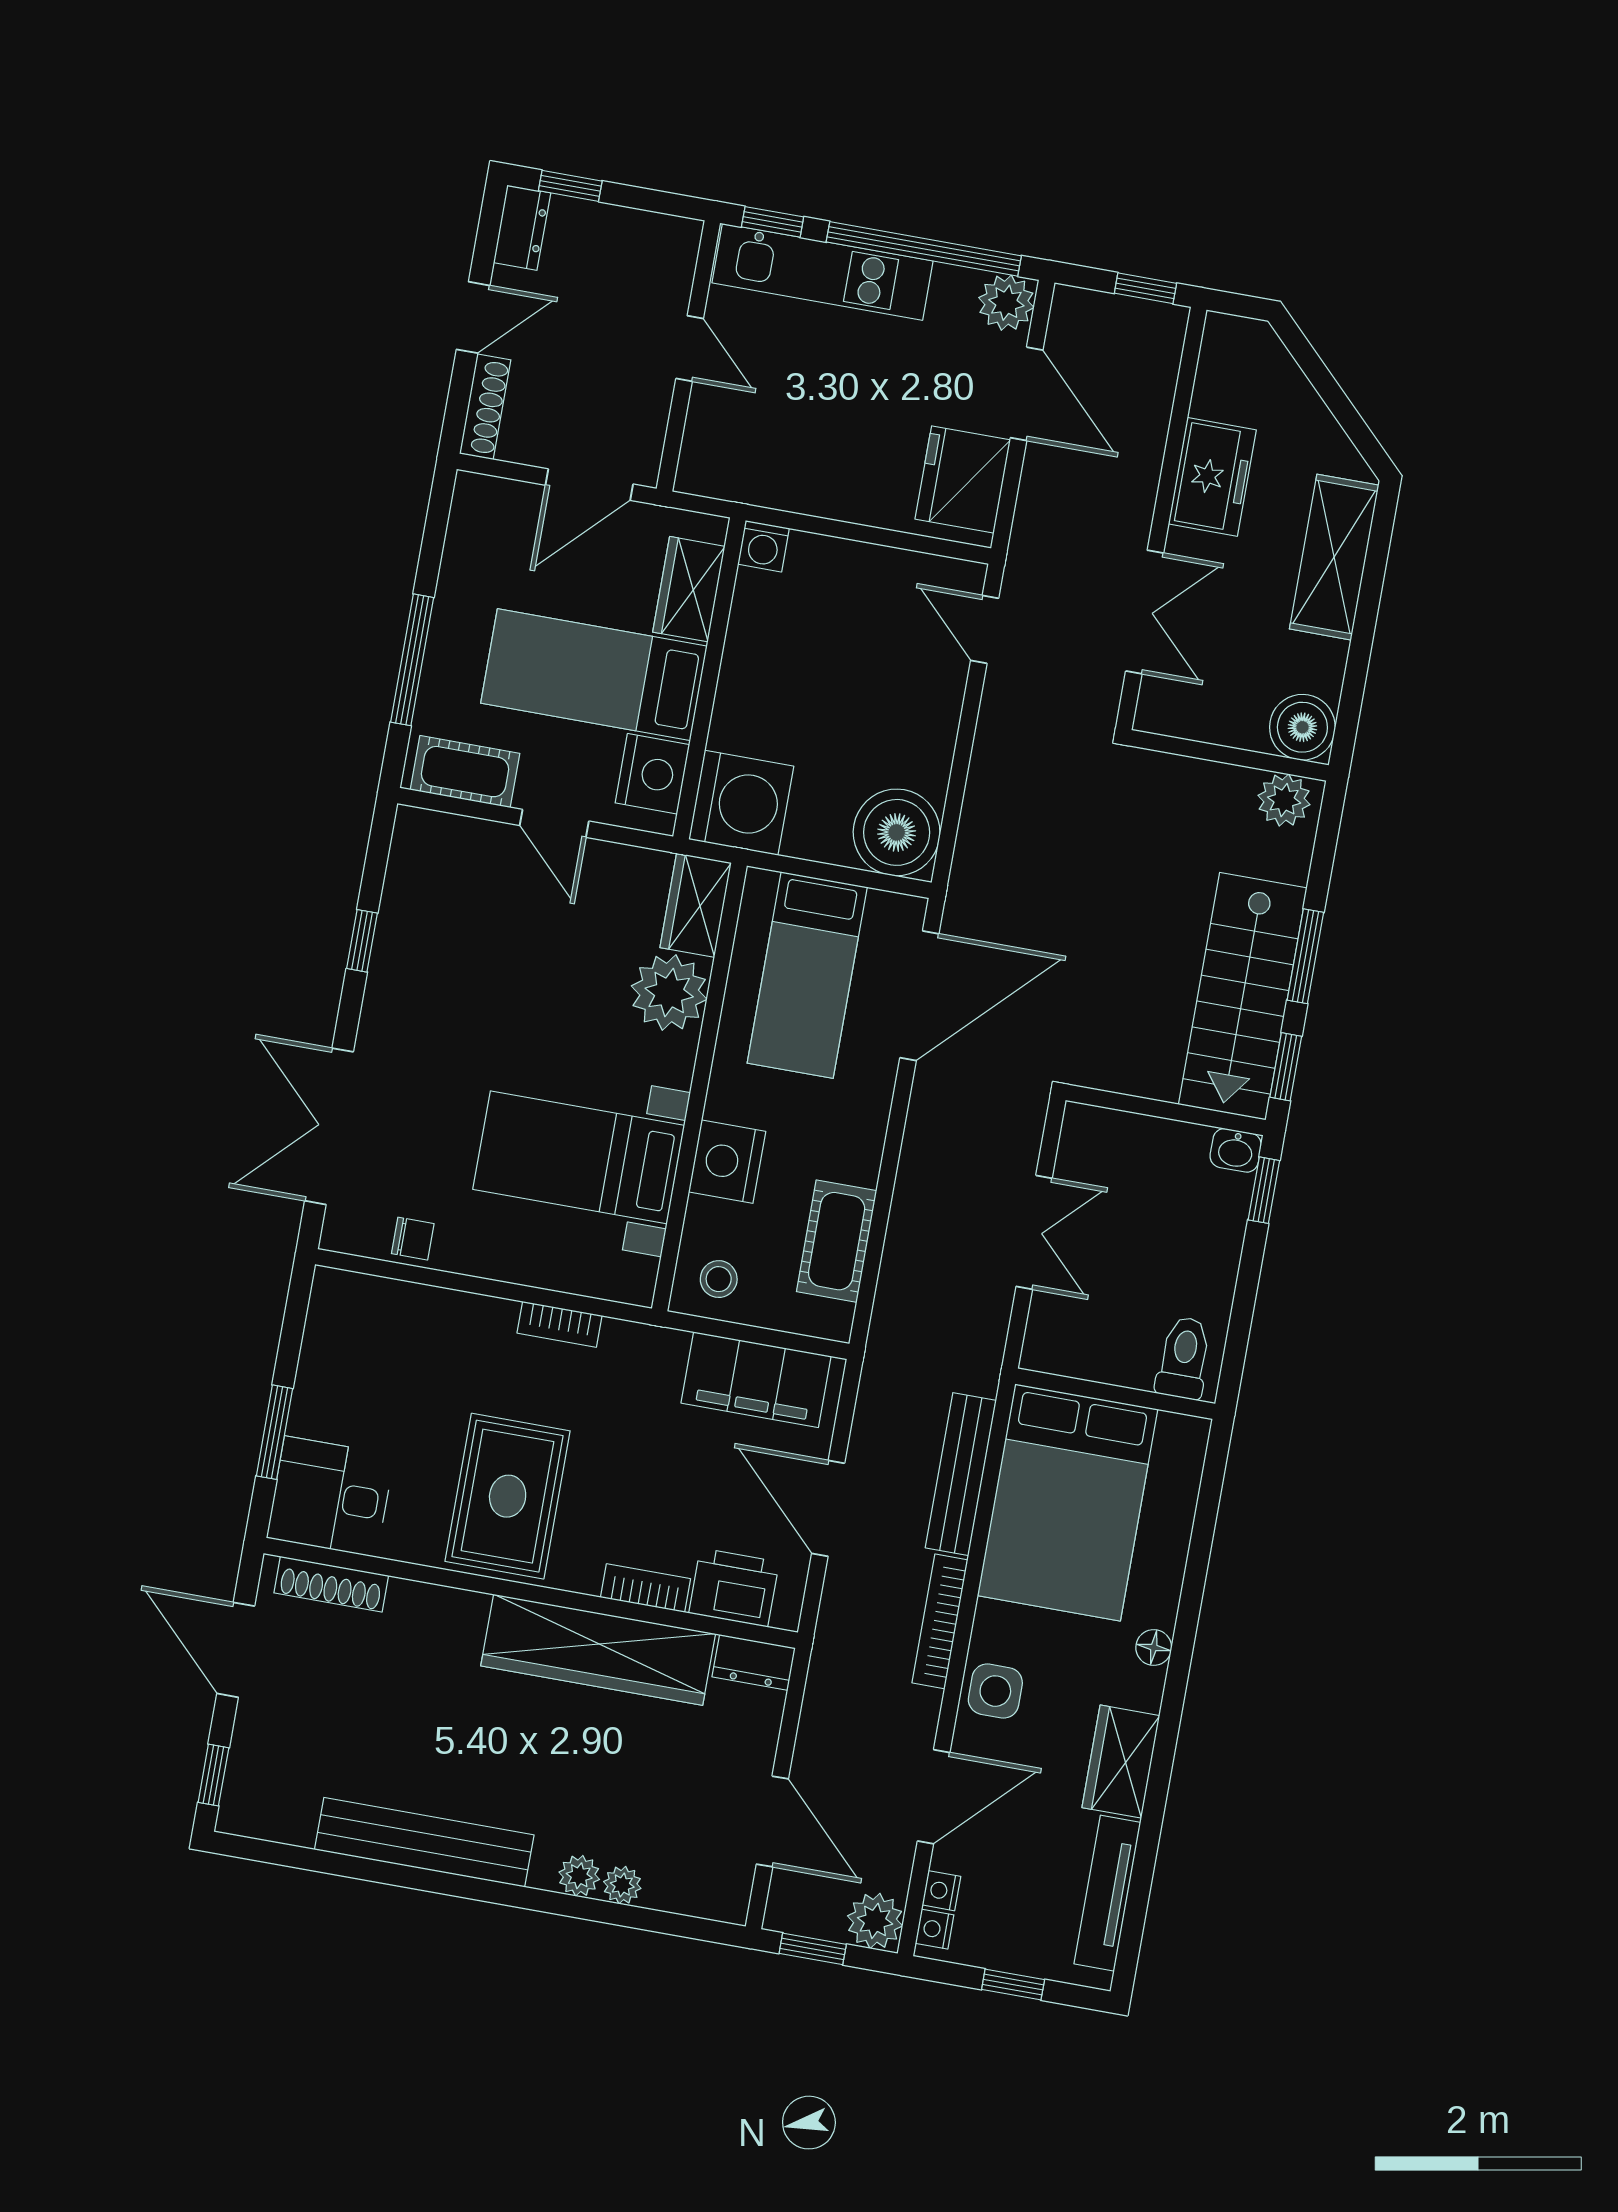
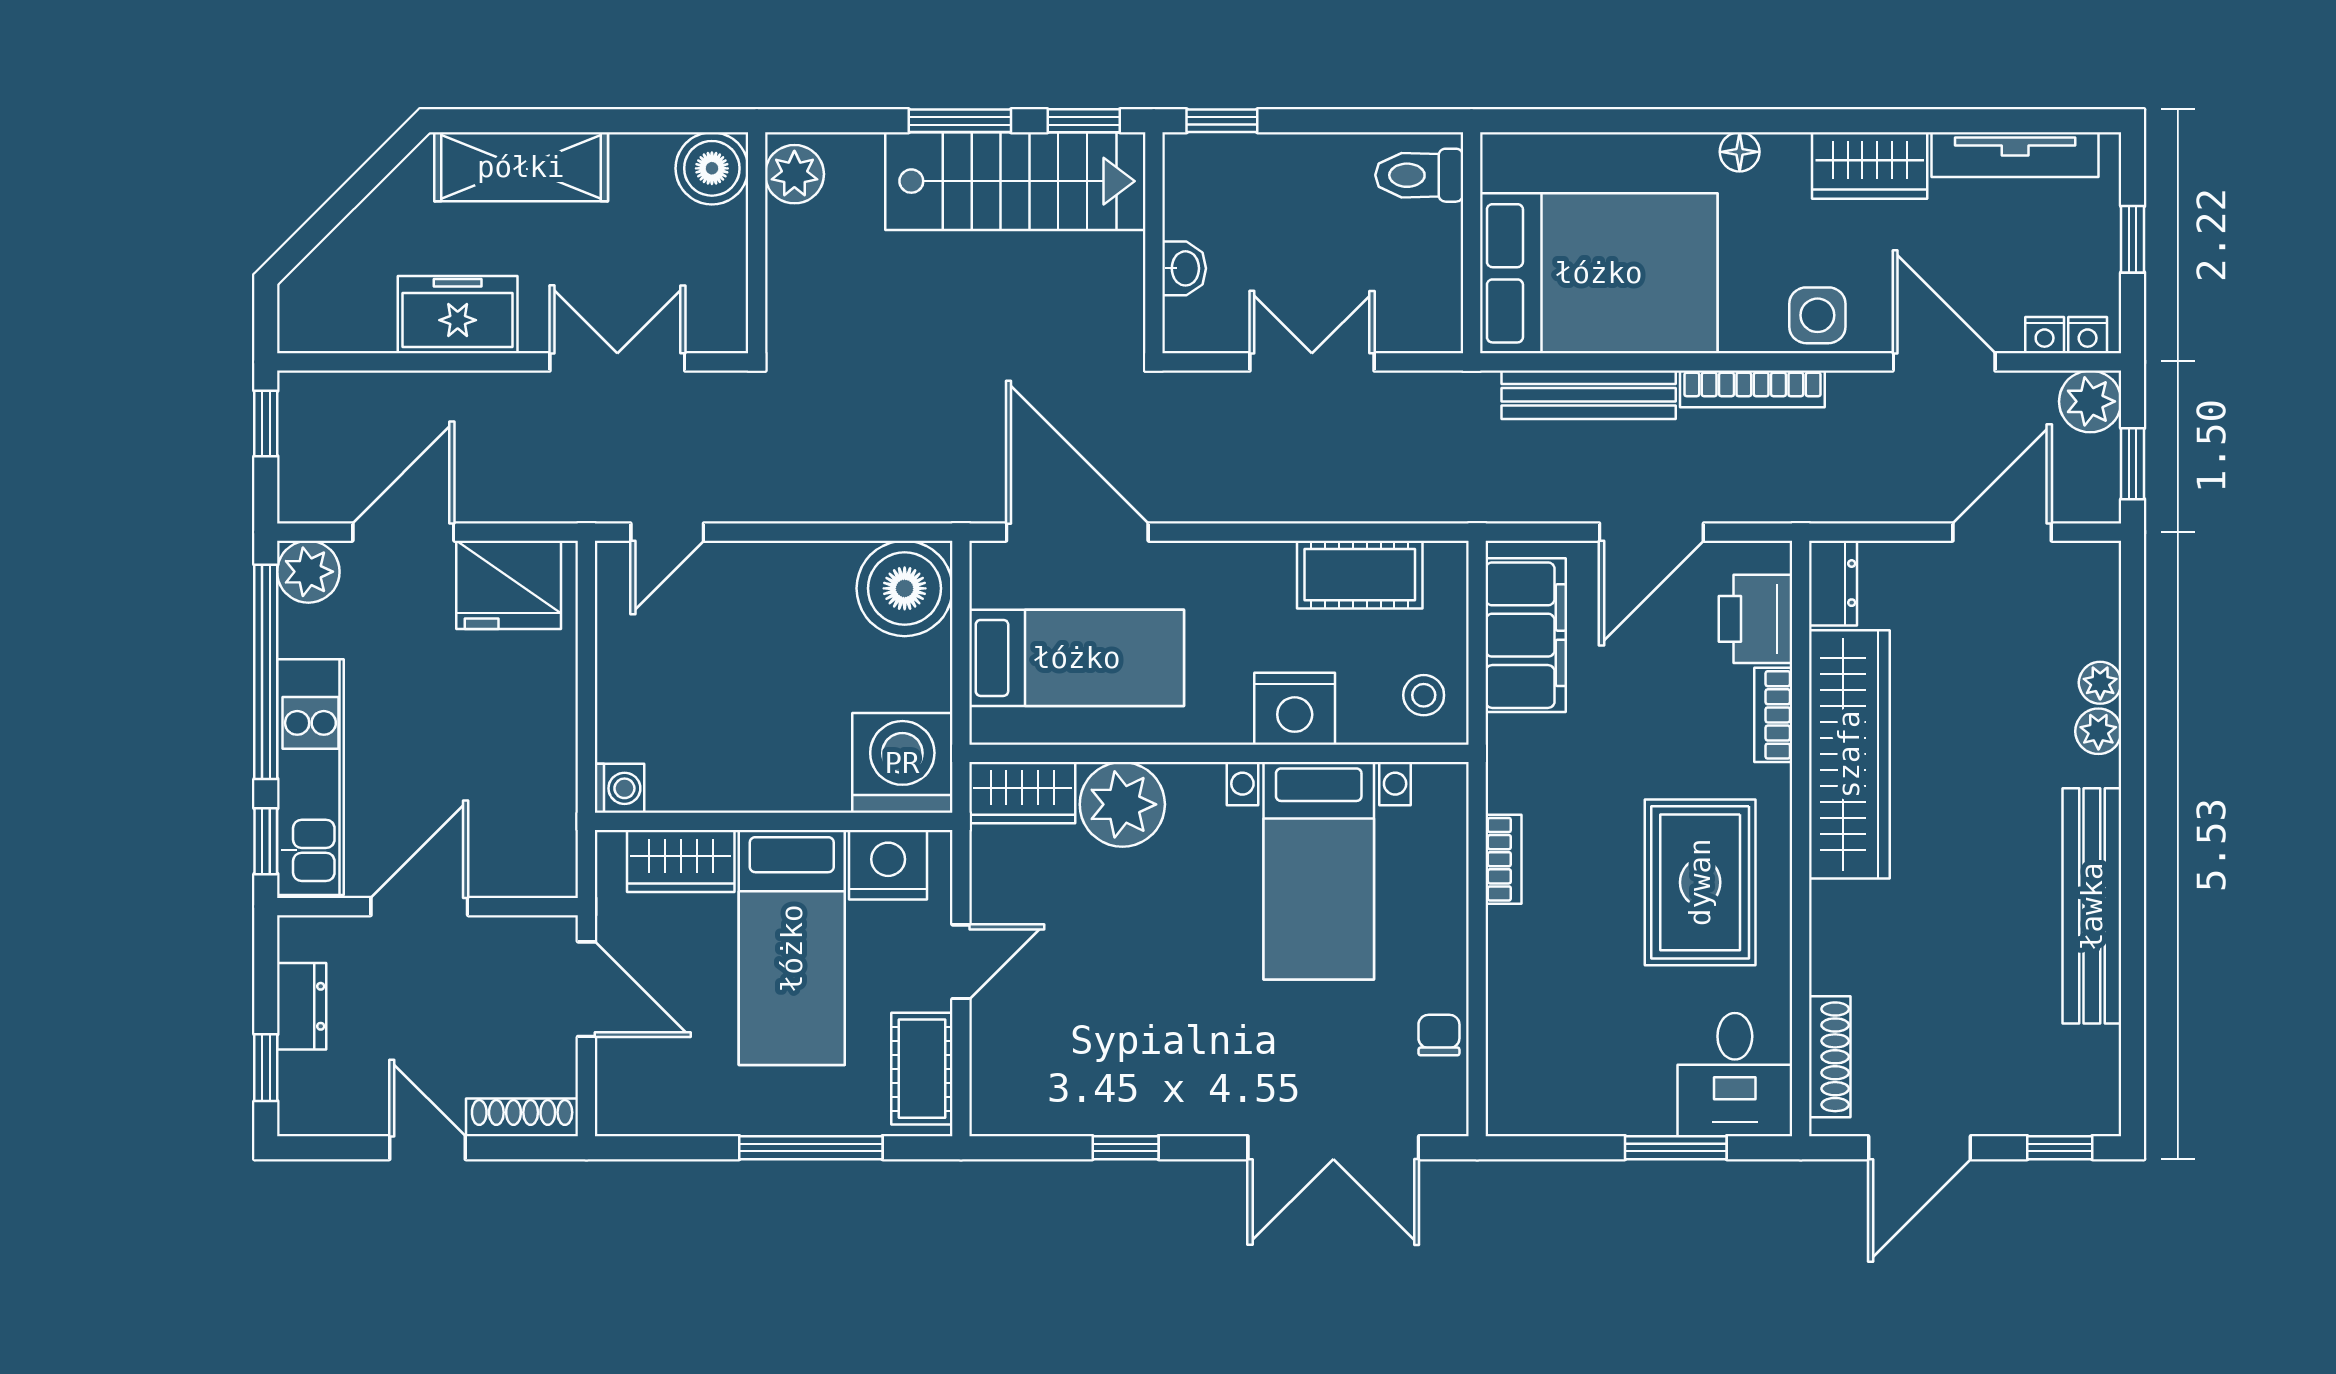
dresser: (522, 228) -> (302, 1006), moved, turned 90
door: (690, 348) -> (419, 907), width x1.38
washbasin: (1236, 1150) -> (1184, 268), moved
rug: (508, 1496) -> (1700, 882), turned 90

